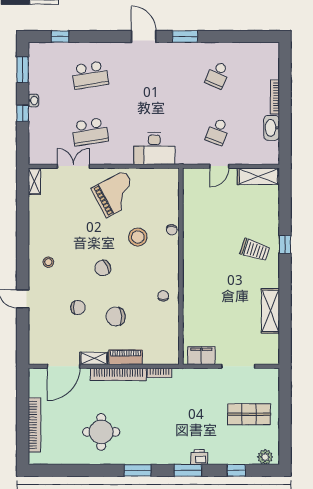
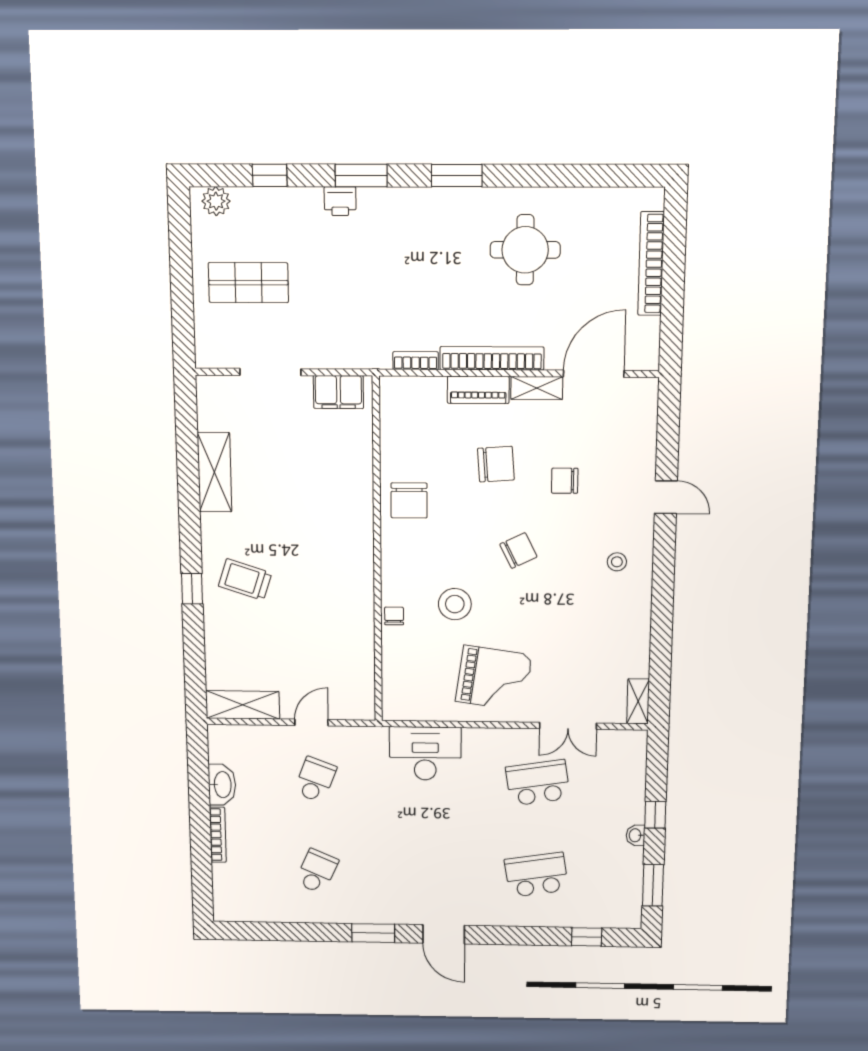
grand piano: (116, 194) -> (494, 678), turned -144
chair: (163, 296) -> (409, 500), width x1.87, depth x1.87

